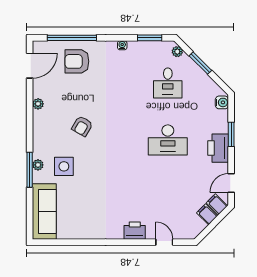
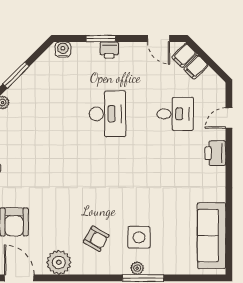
desk: (168, 83) -> (175, 114), moved
plant: (38, 104) -> (59, 262), width x1.88, depth x1.88
armchair: (82, 126) -> (96, 239), moved
printer: (218, 148) -> (109, 50), width x0.53, depth x0.68
sofa: (44, 212) -> (212, 236), moved, turned -90

